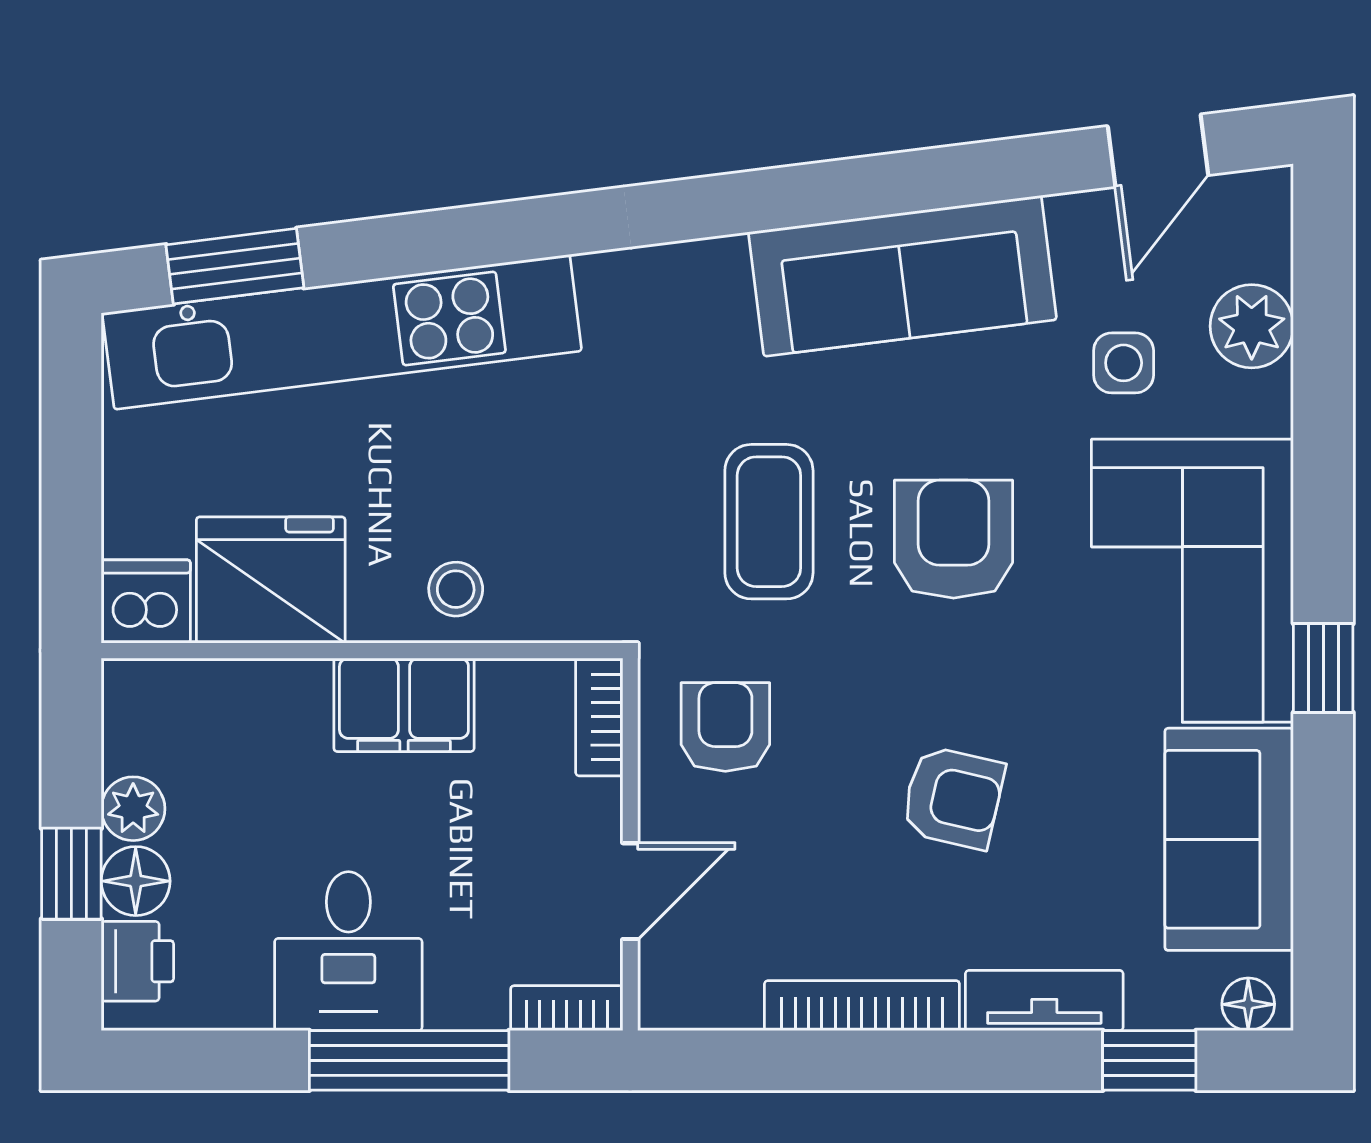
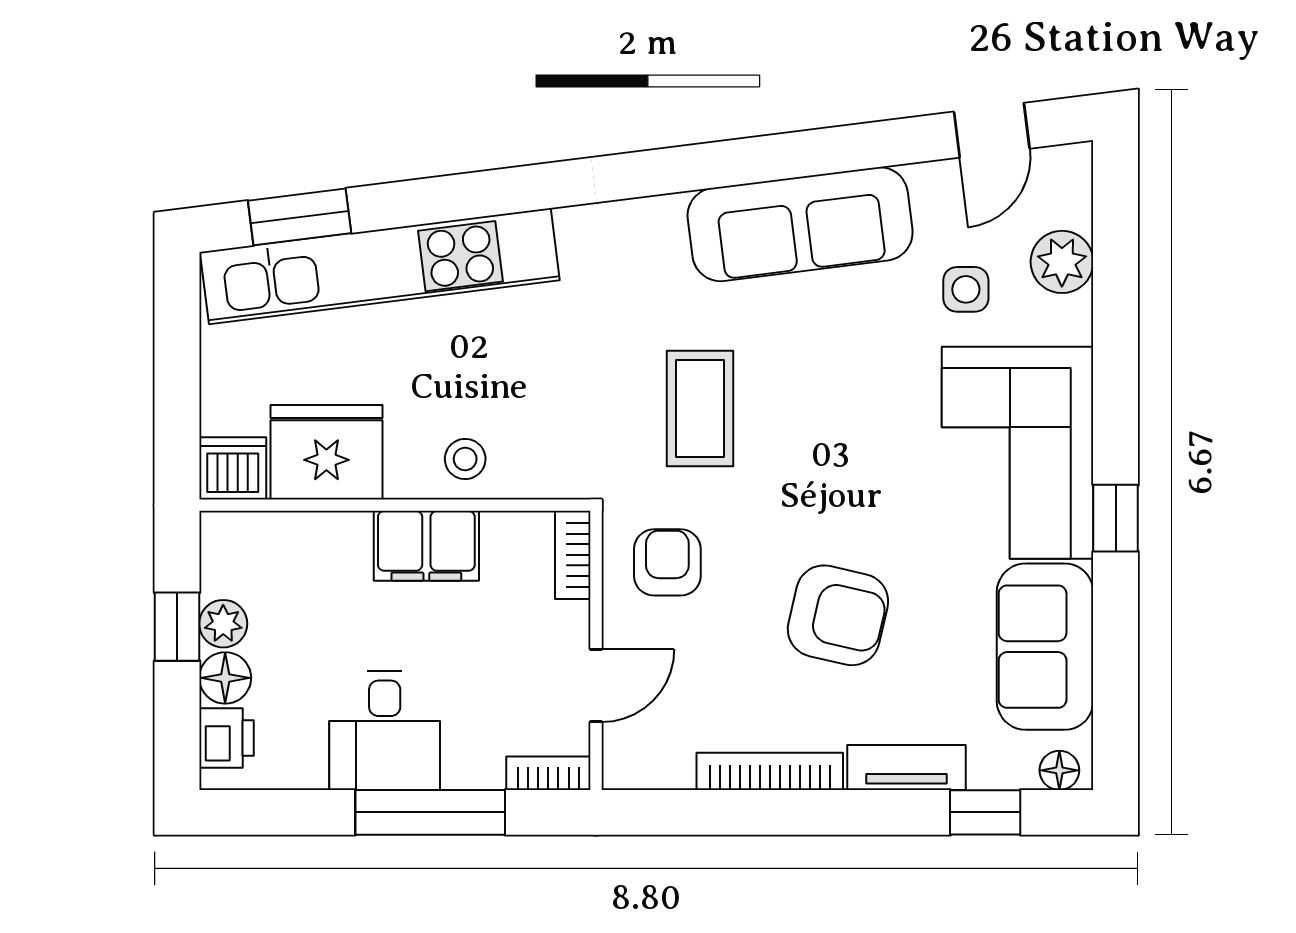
armchair: (954, 539) -> (838, 422), removed
armchair: (953, 798) -> (838, 615), width x1.38, depth x1.38
window: (71, 874) -> (177, 627), moved

